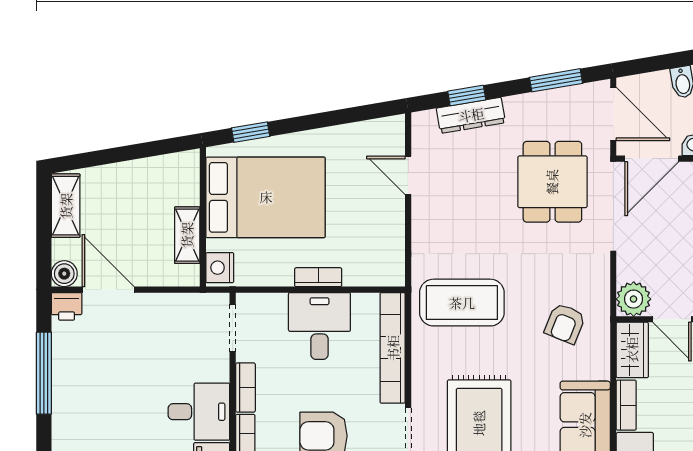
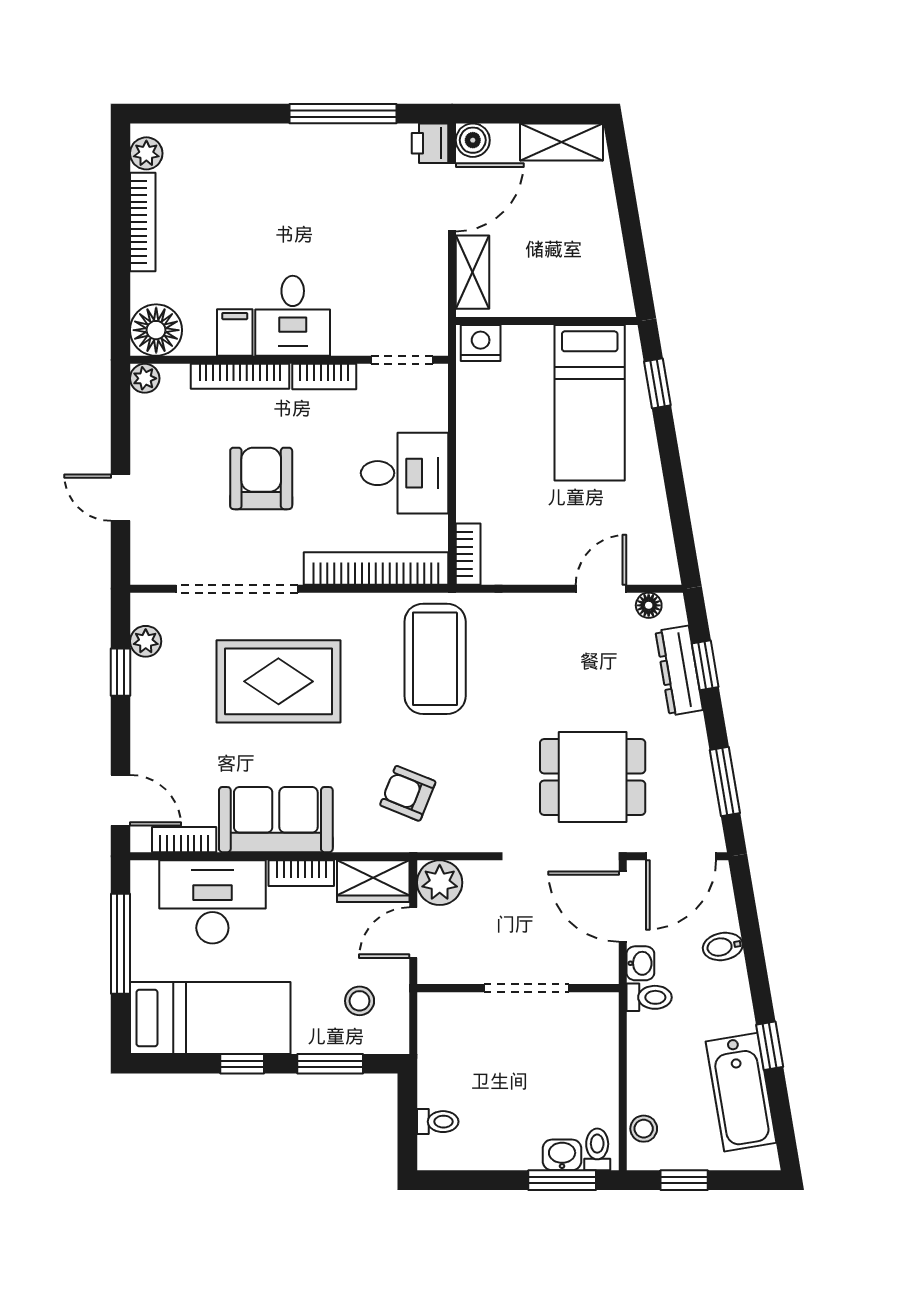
floor lamp: (421, 139) -> (649, 605), added
bed: (266, 197) -> (590, 403), width x0.67
shelving: (187, 235) -> (472, 272), moved, turned 90
bookcase: (318, 277) -> (468, 554), moved

